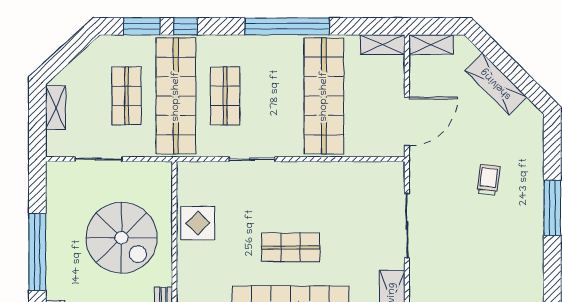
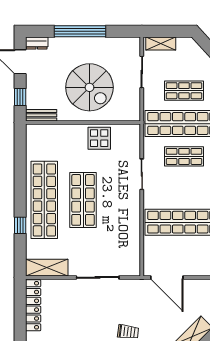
shelving: (56, 108) -> (161, 43), moved
spiral stairs: (122, 238) -> (89, 87), turned -90
shop shelf: (291, 247) -> (83, 200), width x1.43, depth x1.36

